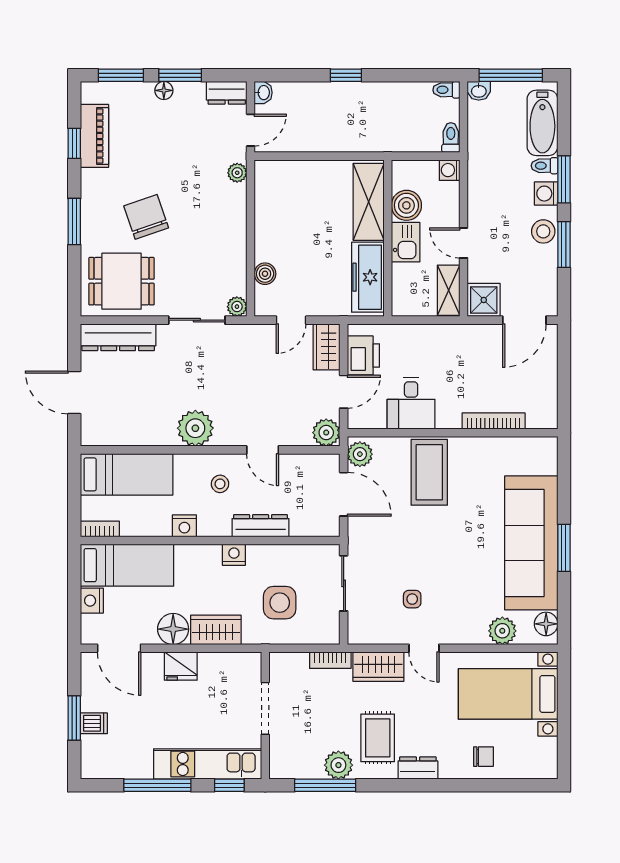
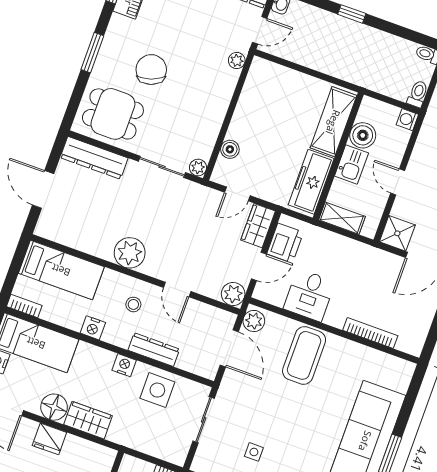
shelving: (449, 290) -> (342, 218), moved, turned 90
side table: (280, 603) -> (157, 390), moved

